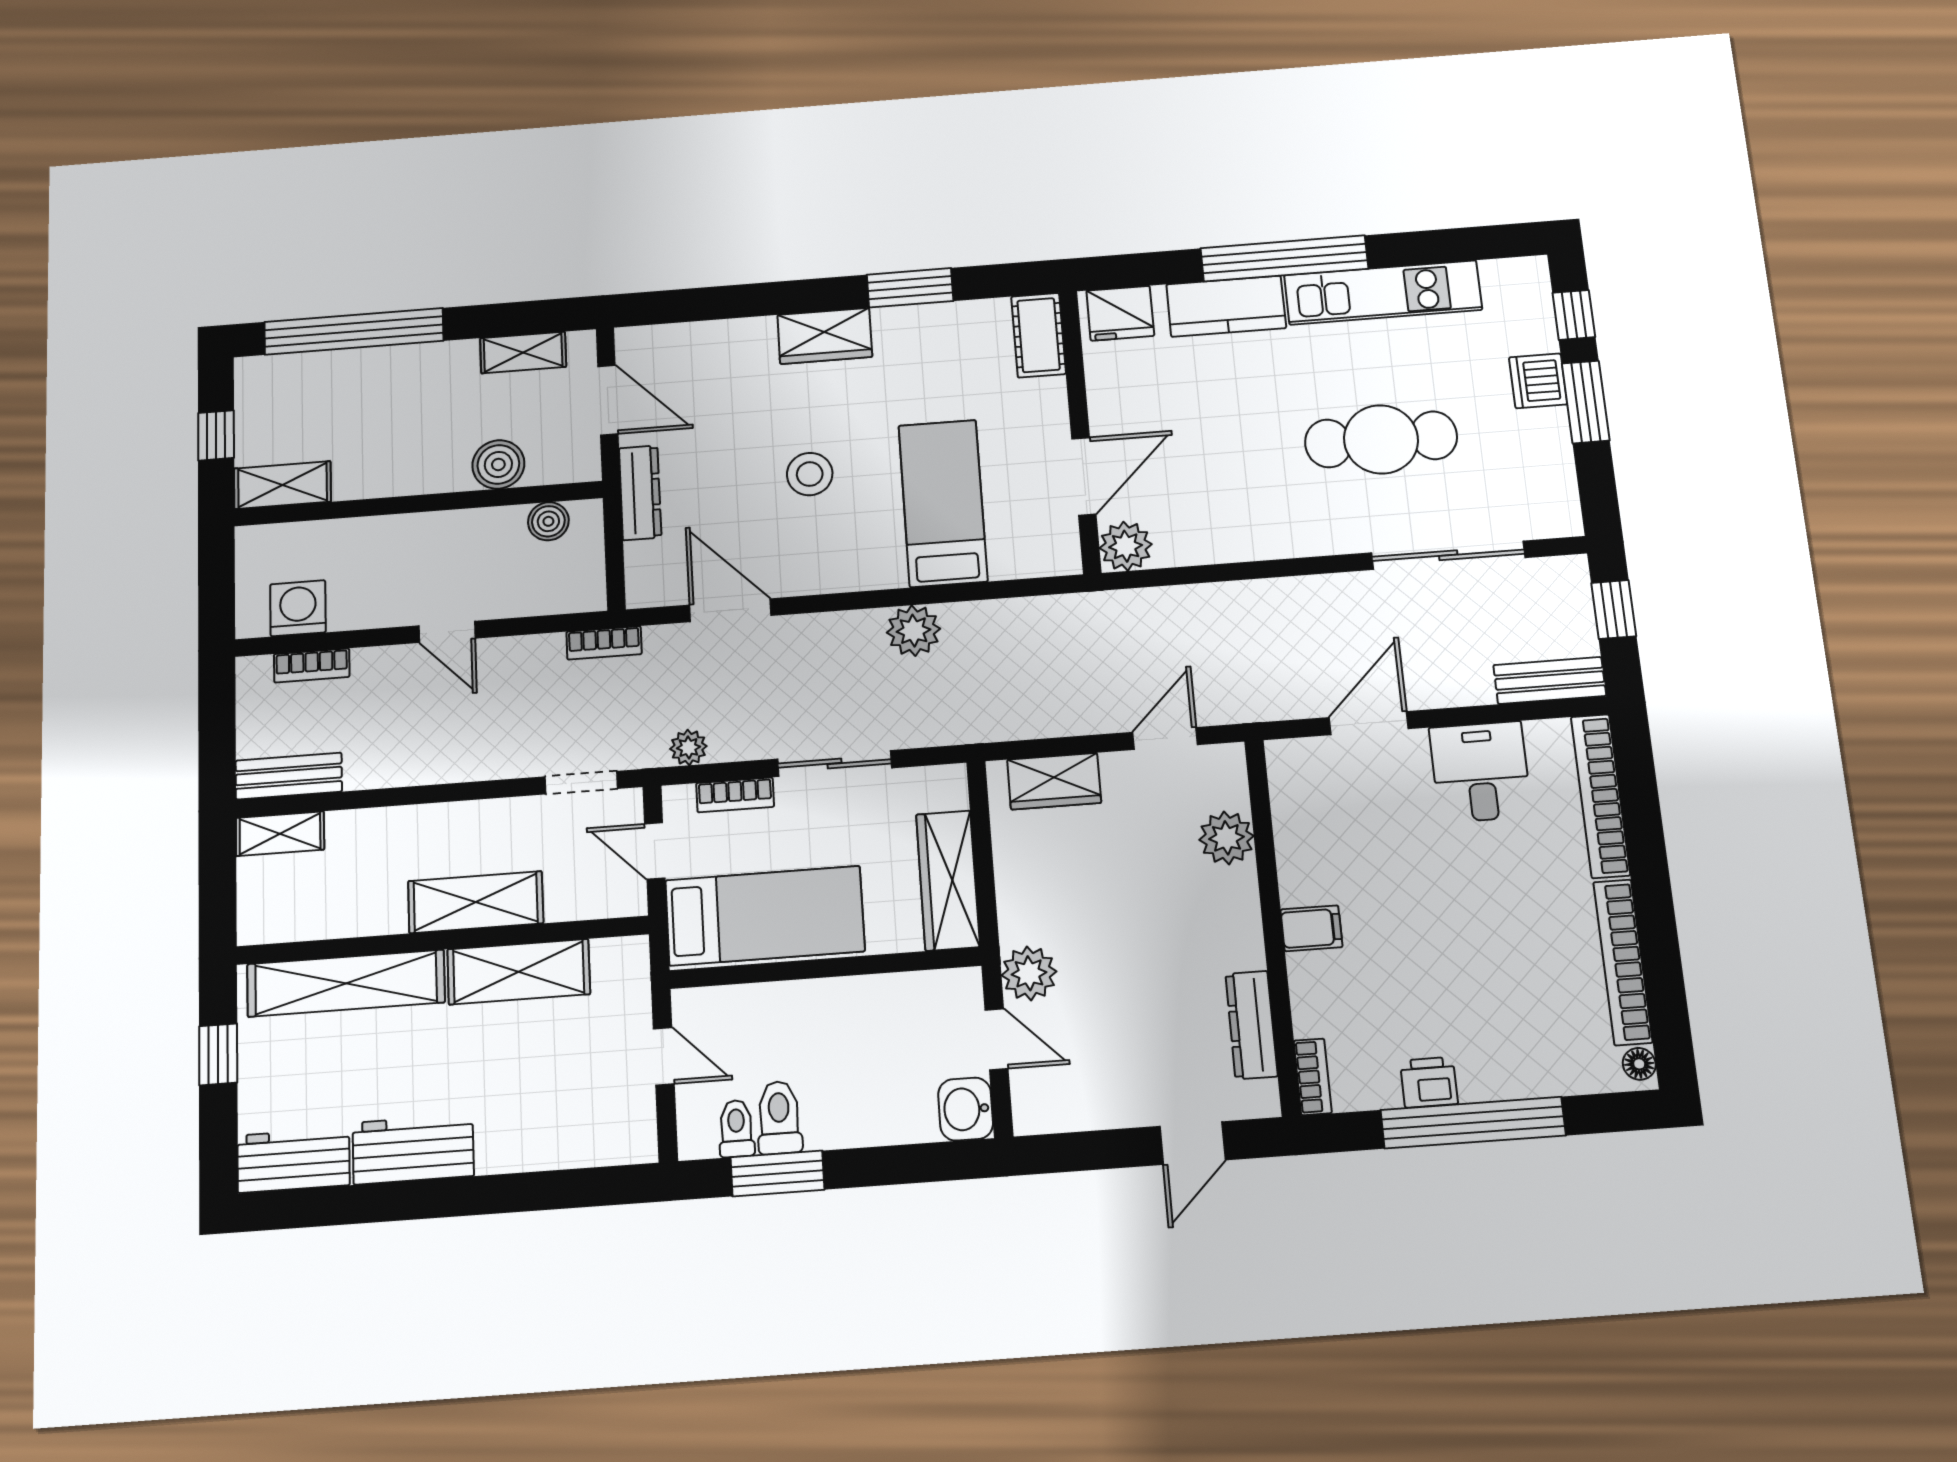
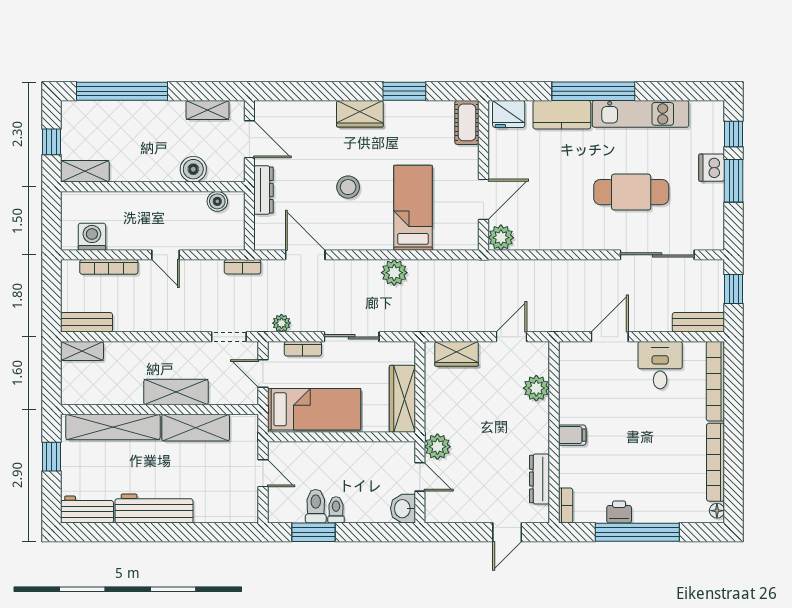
bookcase: (312, 665) -> (109, 267), width x1.56
toilet: (736, 1128) -> (336, 510), moved
workbench: (413, 1149) -> (154, 509), width x1.38

